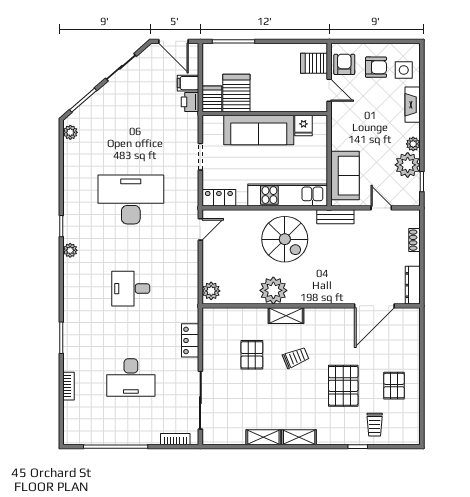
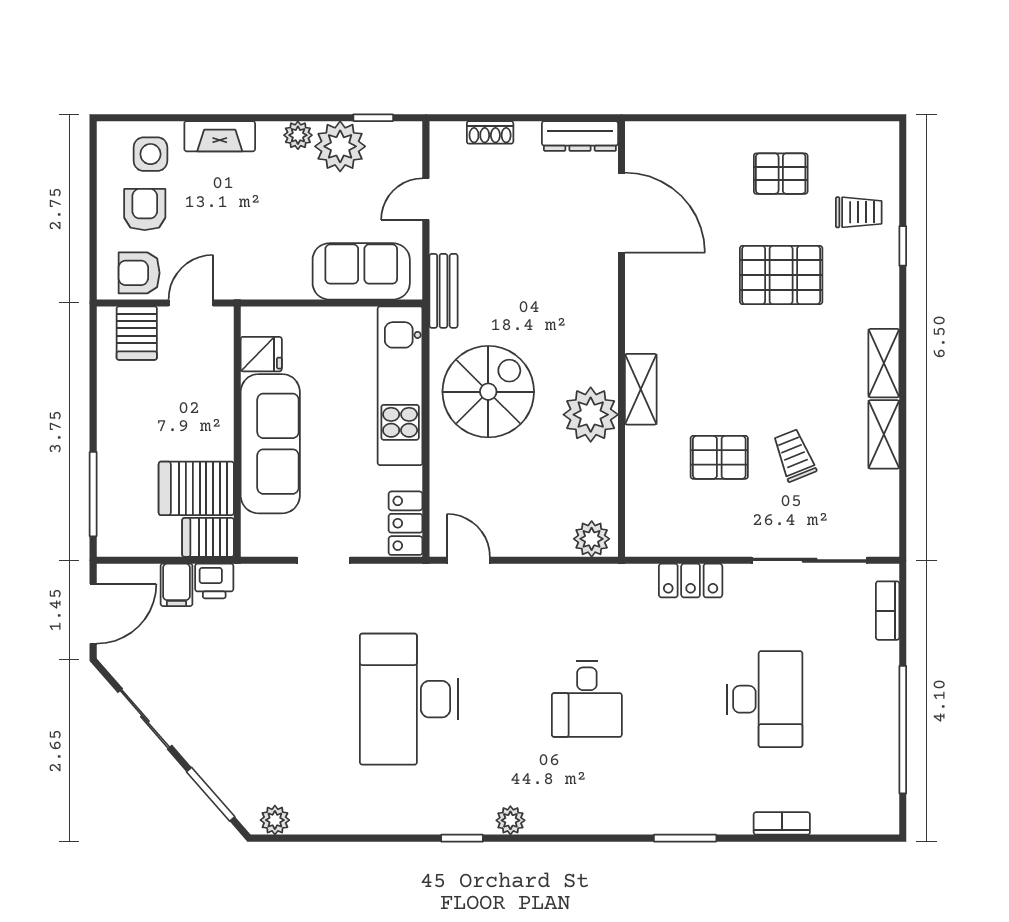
trolley: (296, 358) -> (794, 455), moved

